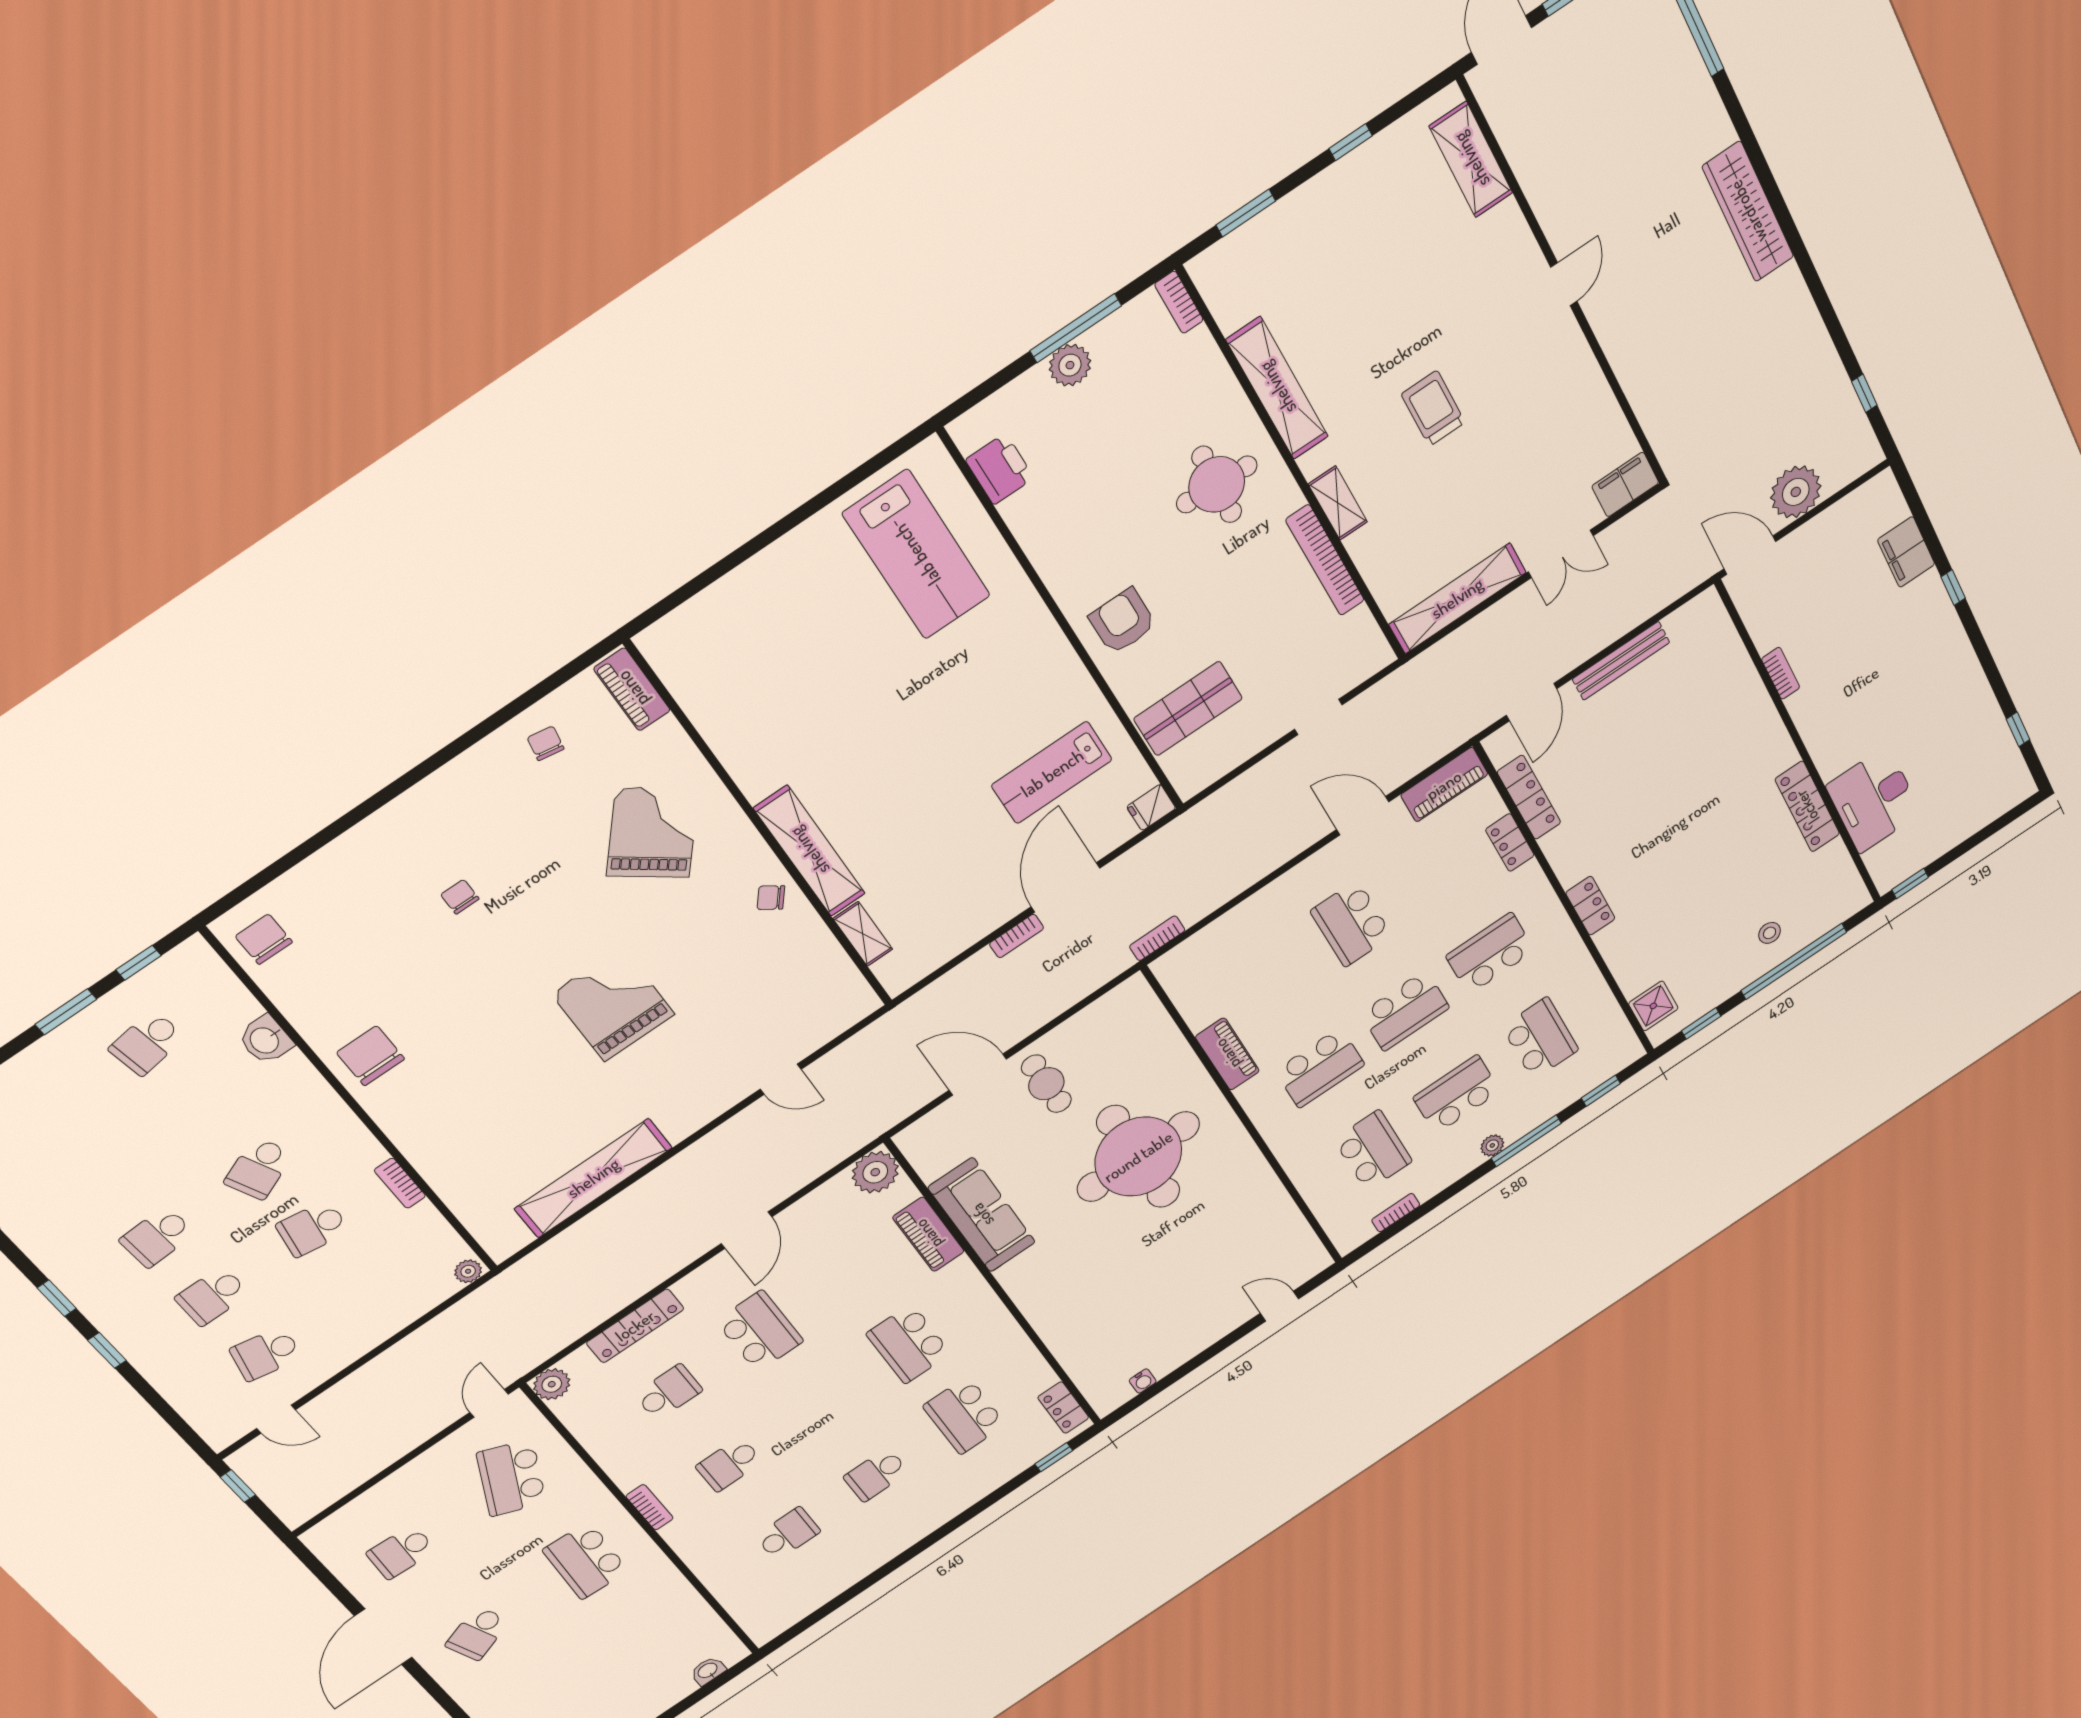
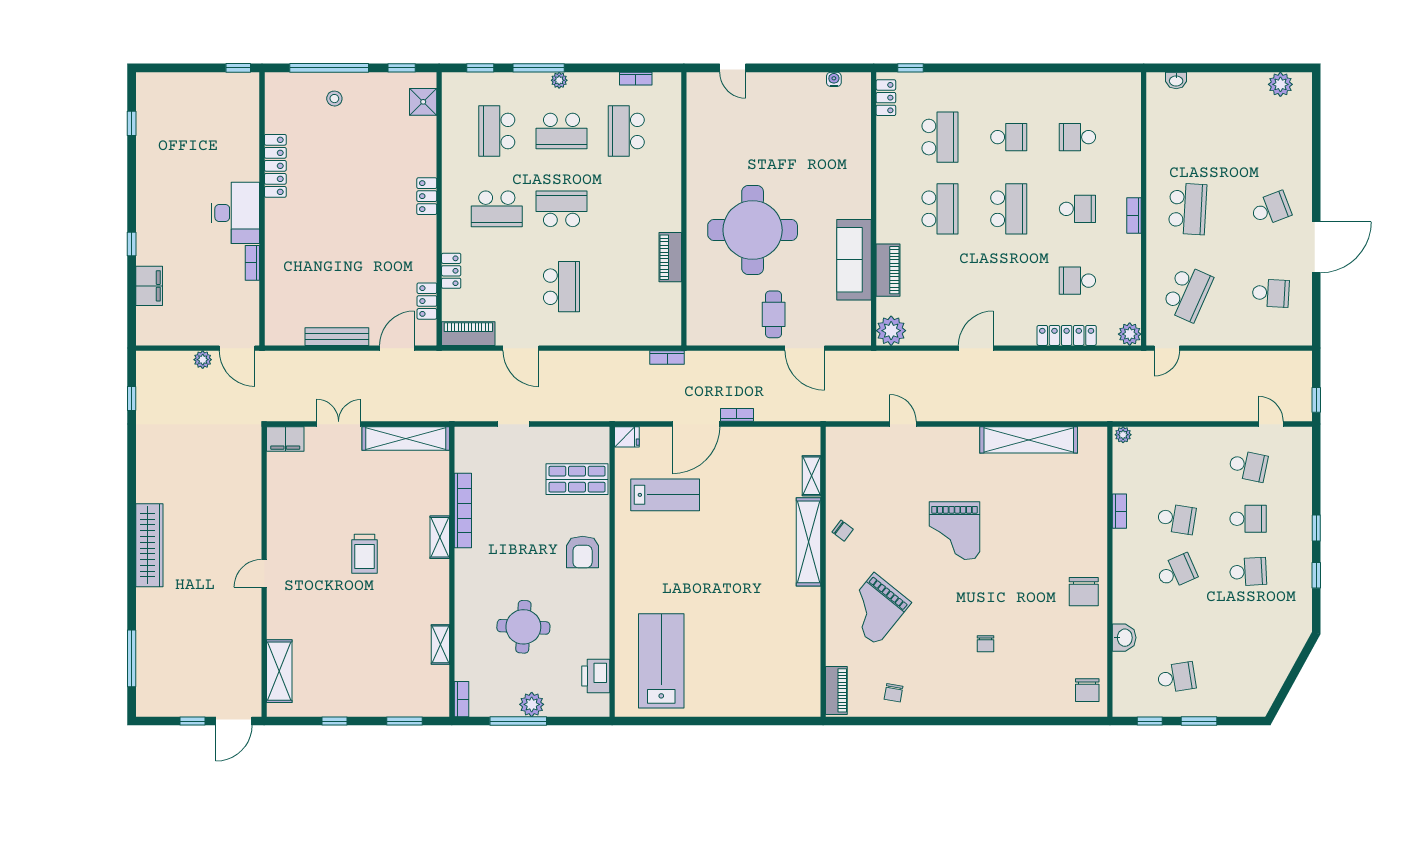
shelving: (1277, 388) -> (440, 644), width x0.45, depth x0.75
round table: (1217, 484) -> (523, 627), moved
plant: (1796, 492) -> (203, 360), width x0.53, depth x0.53
locker: (1529, 797) -> (427, 301), width x0.66
desk: (1874, 800) -> (235, 213), moved
school desk: (1320, 1068) -> (626, 209), removed
school desk: (760, 1331) -> (1009, 209), moved, turned 180

